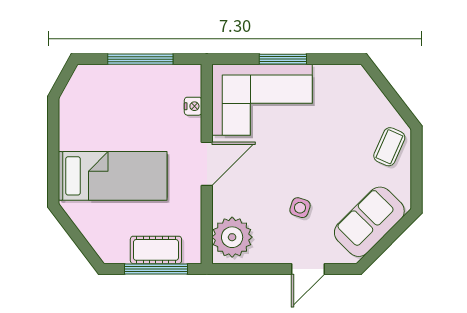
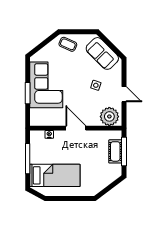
corner sofa: (262, 100) -> (46, 85), moved
bed: (113, 176) -> (55, 175), moved, turned 90
door: (308, 269) -> (124, 94), moved

